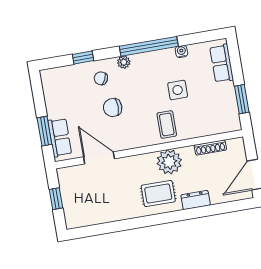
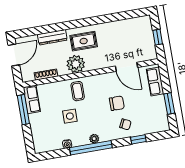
plant: (124, 62) -> (94, 139), moved
row of seats: (222, 63) -> (32, 99), moved
window: (242, 99) -> (23, 110), width x1.44
window: (44, 131) -> (169, 103), moved
dresser: (196, 200) -> (52, 37), width x1.44

